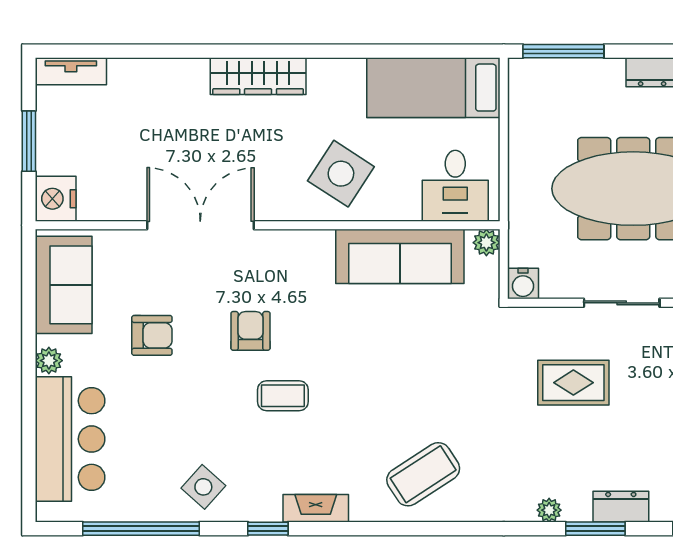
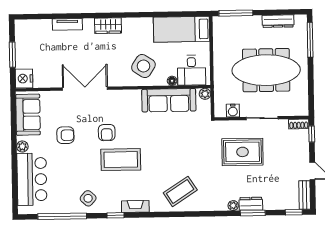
tv unit: (71, 71) -> (67, 24), moved
wardrobe: (258, 76) -> (108, 26), width x0.67
floor lamp: (408, 210) -> (172, 81), added
water cooler: (523, 284) -> (233, 111), moved
armchair: (250, 331) -> (107, 133), turned 180
rug: (573, 383) -> (242, 152), width x1.36, depth x1.43
coffee table: (283, 396) -> (121, 160), width x1.86, depth x1.72
dresser: (621, 507) -> (251, 204), moved

